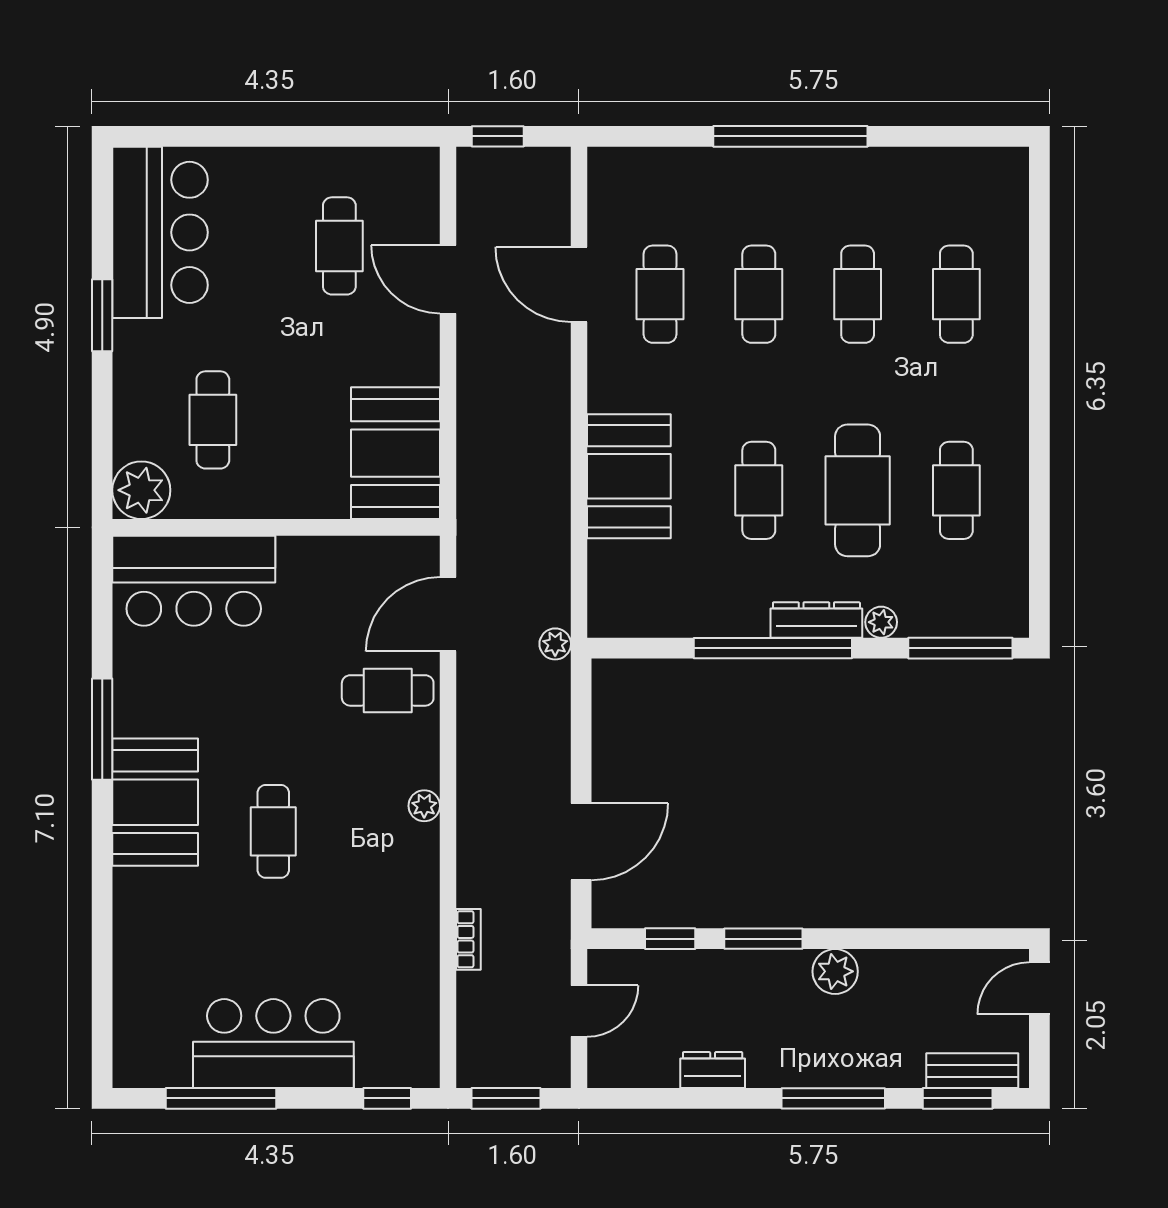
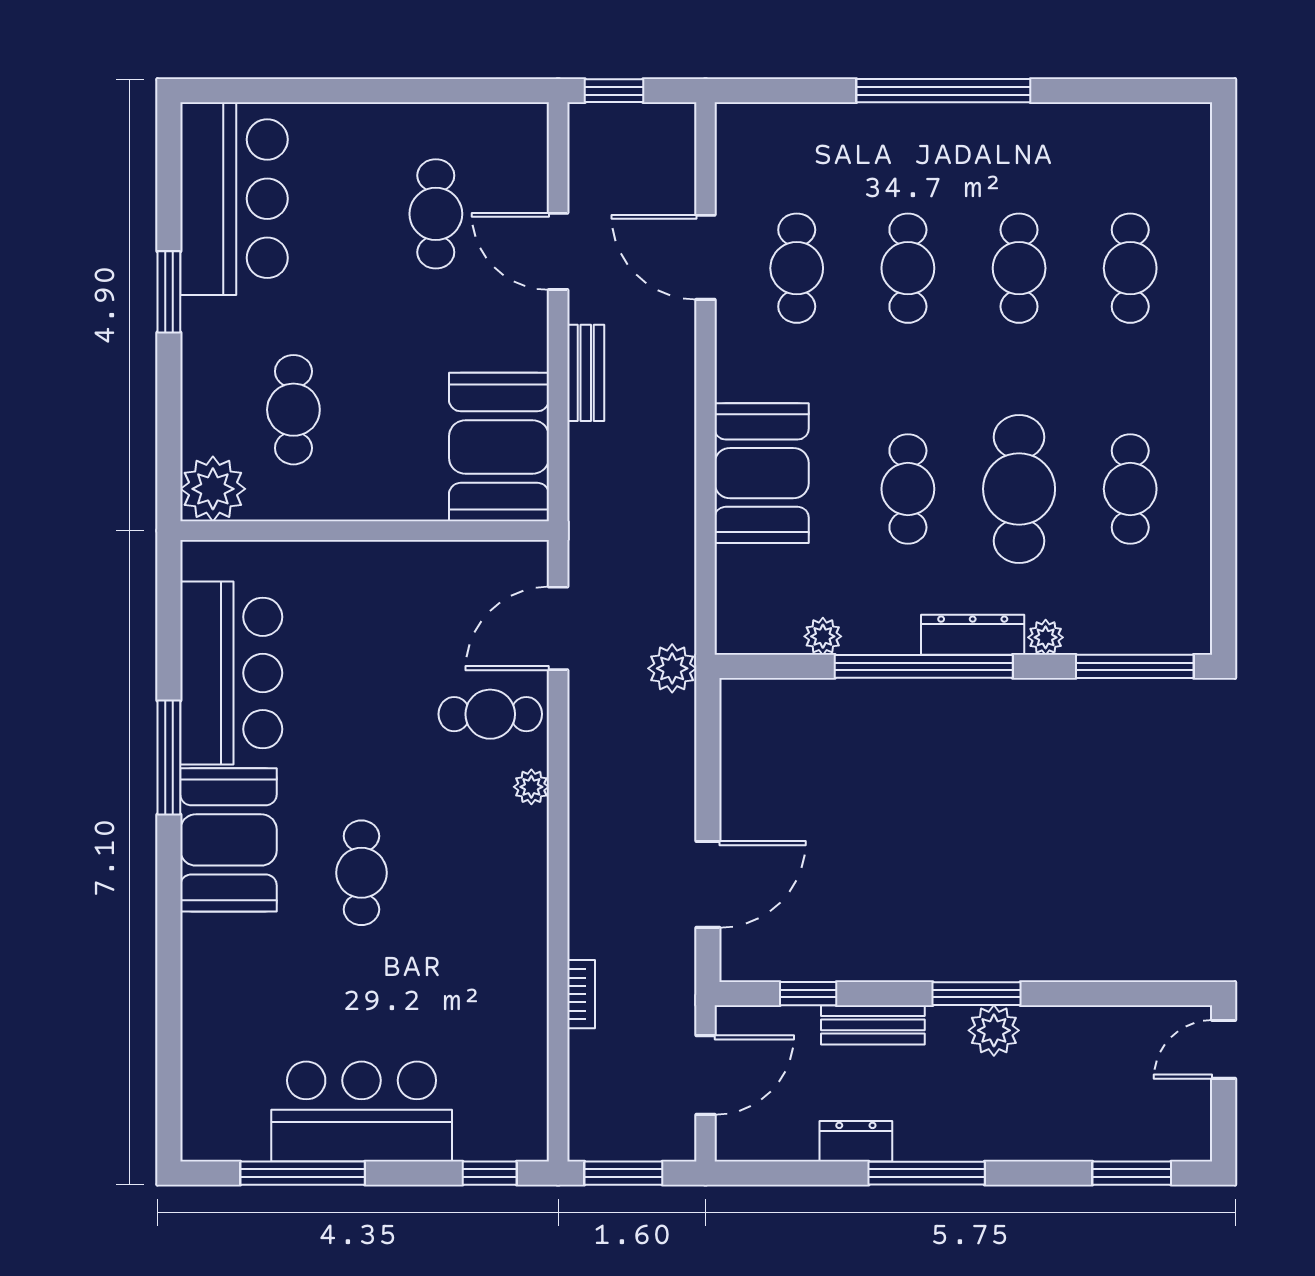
bench: (473, 387) -> (586, 373), added
bar counter: (194, 581) -> (231, 673), moved, turned -90
plant: (683, 621) -> (823, 636), added
plant: (555, 644) -> (672, 668), width x1.38, depth x1.38
plant: (424, 806) -> (531, 787), moved
window: (763, 939) -> (977, 994), moved
door: (579, 1011) -> (706, 1075), width x1.38
bench: (972, 1071) -> (873, 1025), moved
window: (833, 1098) -> (927, 1173), moved

